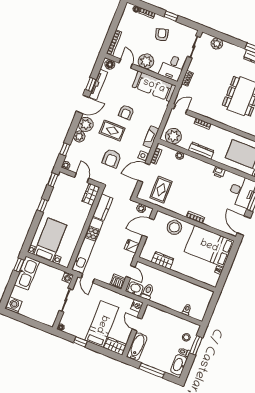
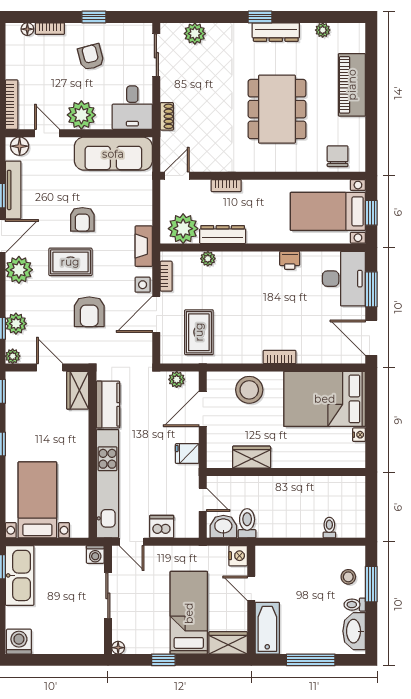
plant: (79, 136) -> (16, 324), moved
dresser: (201, 151) -> (223, 235), moved
dishwasher: (118, 282) -> (162, 527), moved

